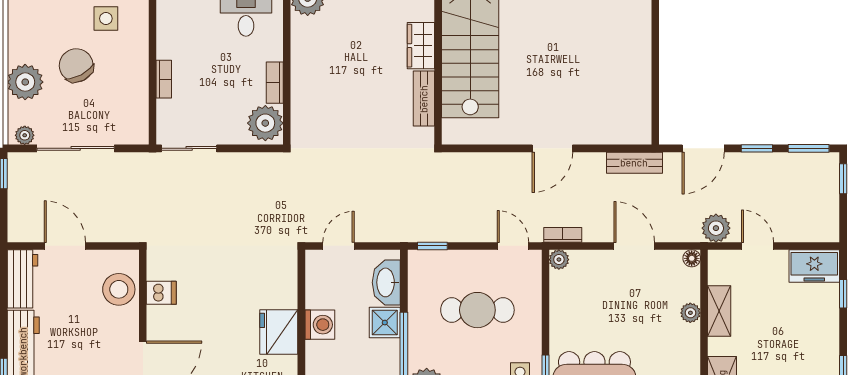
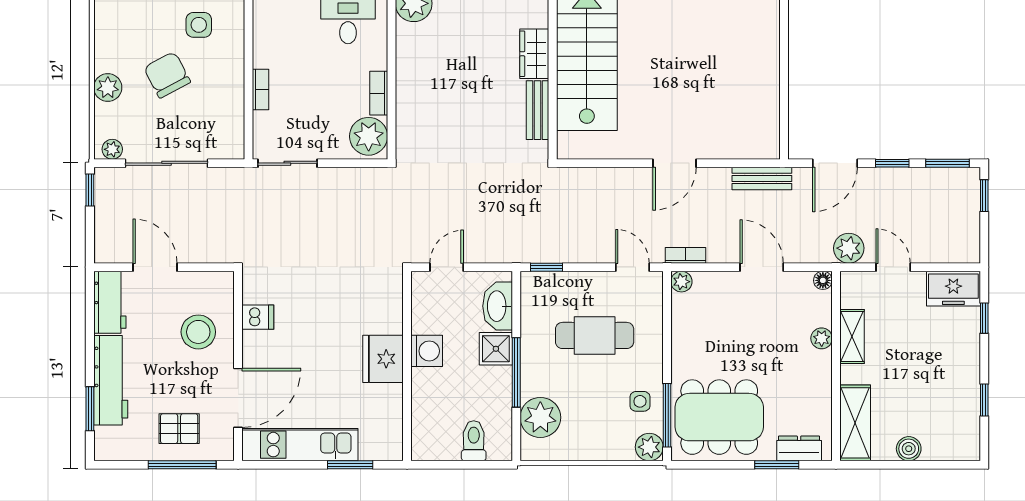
plant: (25, 82) -> (108, 87), width x0.73, depth x0.73
stool: (119, 289) -> (198, 332), moved

